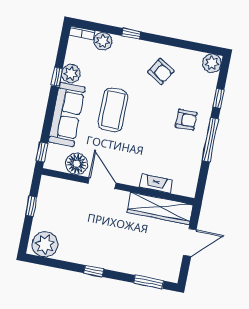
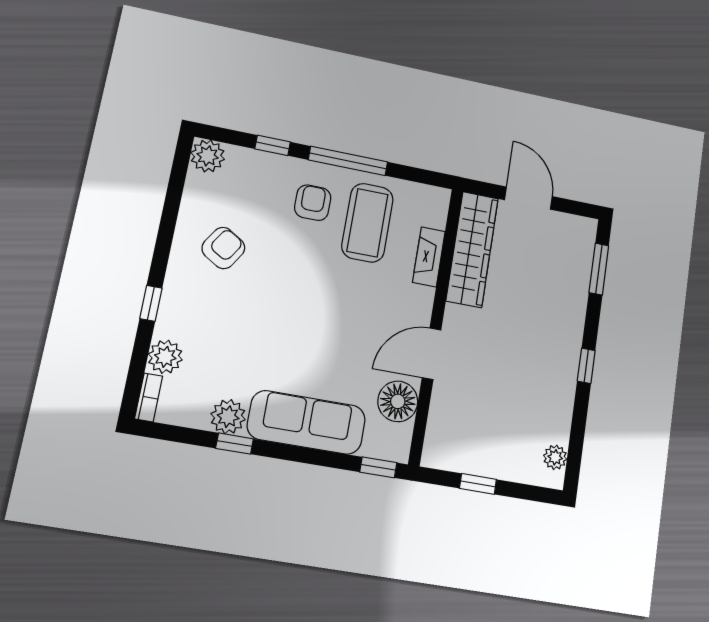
coffee table: (113, 110) -> (367, 223), moved, turned 90
plant: (45, 244) -> (555, 457), width x0.53, depth x0.53

